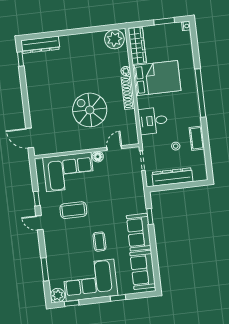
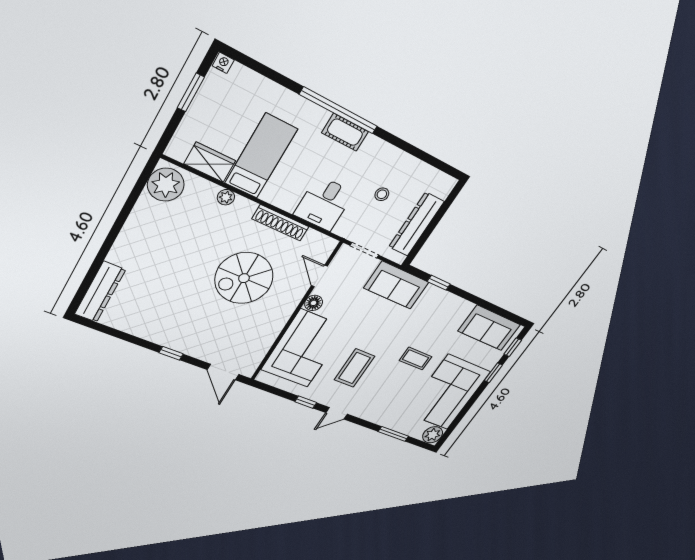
wardrobe: (137, 46) -> (210, 162), width x0.67
window: (20, 59) -> (171, 353), moved
bed: (157, 78) -> (261, 156), width x0.67
shoe rack: (128, 93) -> (281, 223), moved
door: (30, 138) -> (223, 372), hinge flipped
cot: (197, 138) -> (345, 132), moved
sofa: (139, 232) -> (396, 285), moved
window: (72, 303) -> (513, 347), moved

